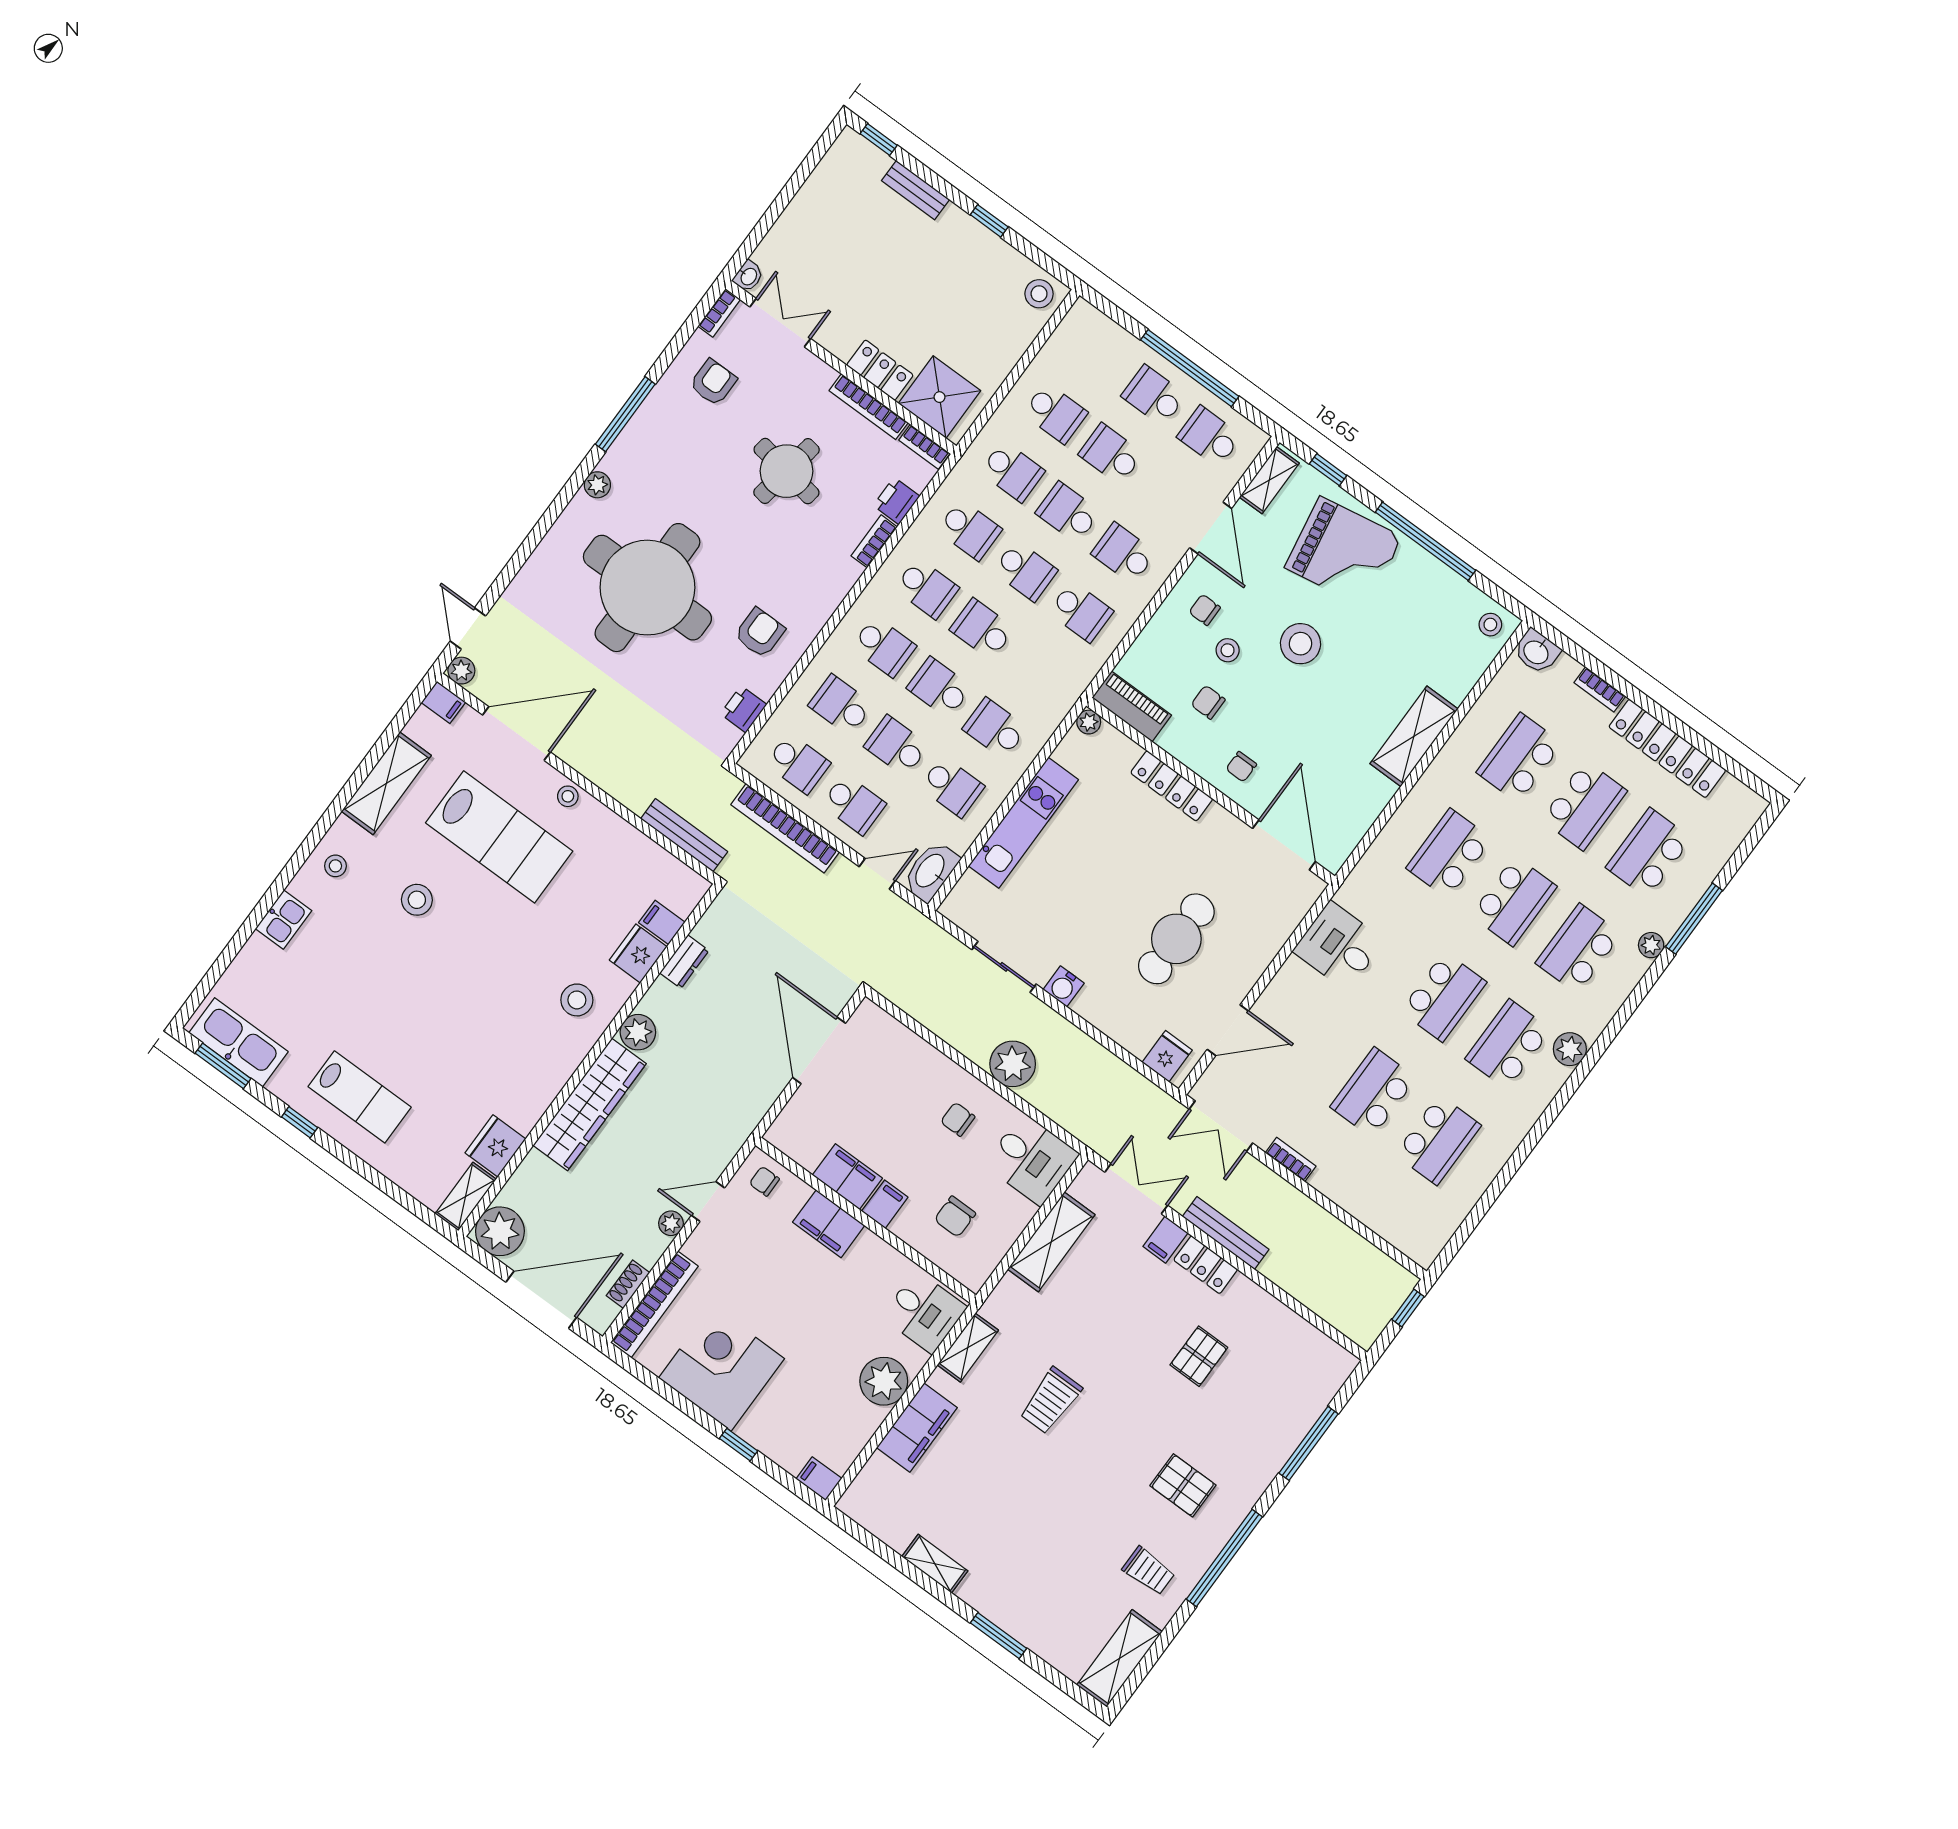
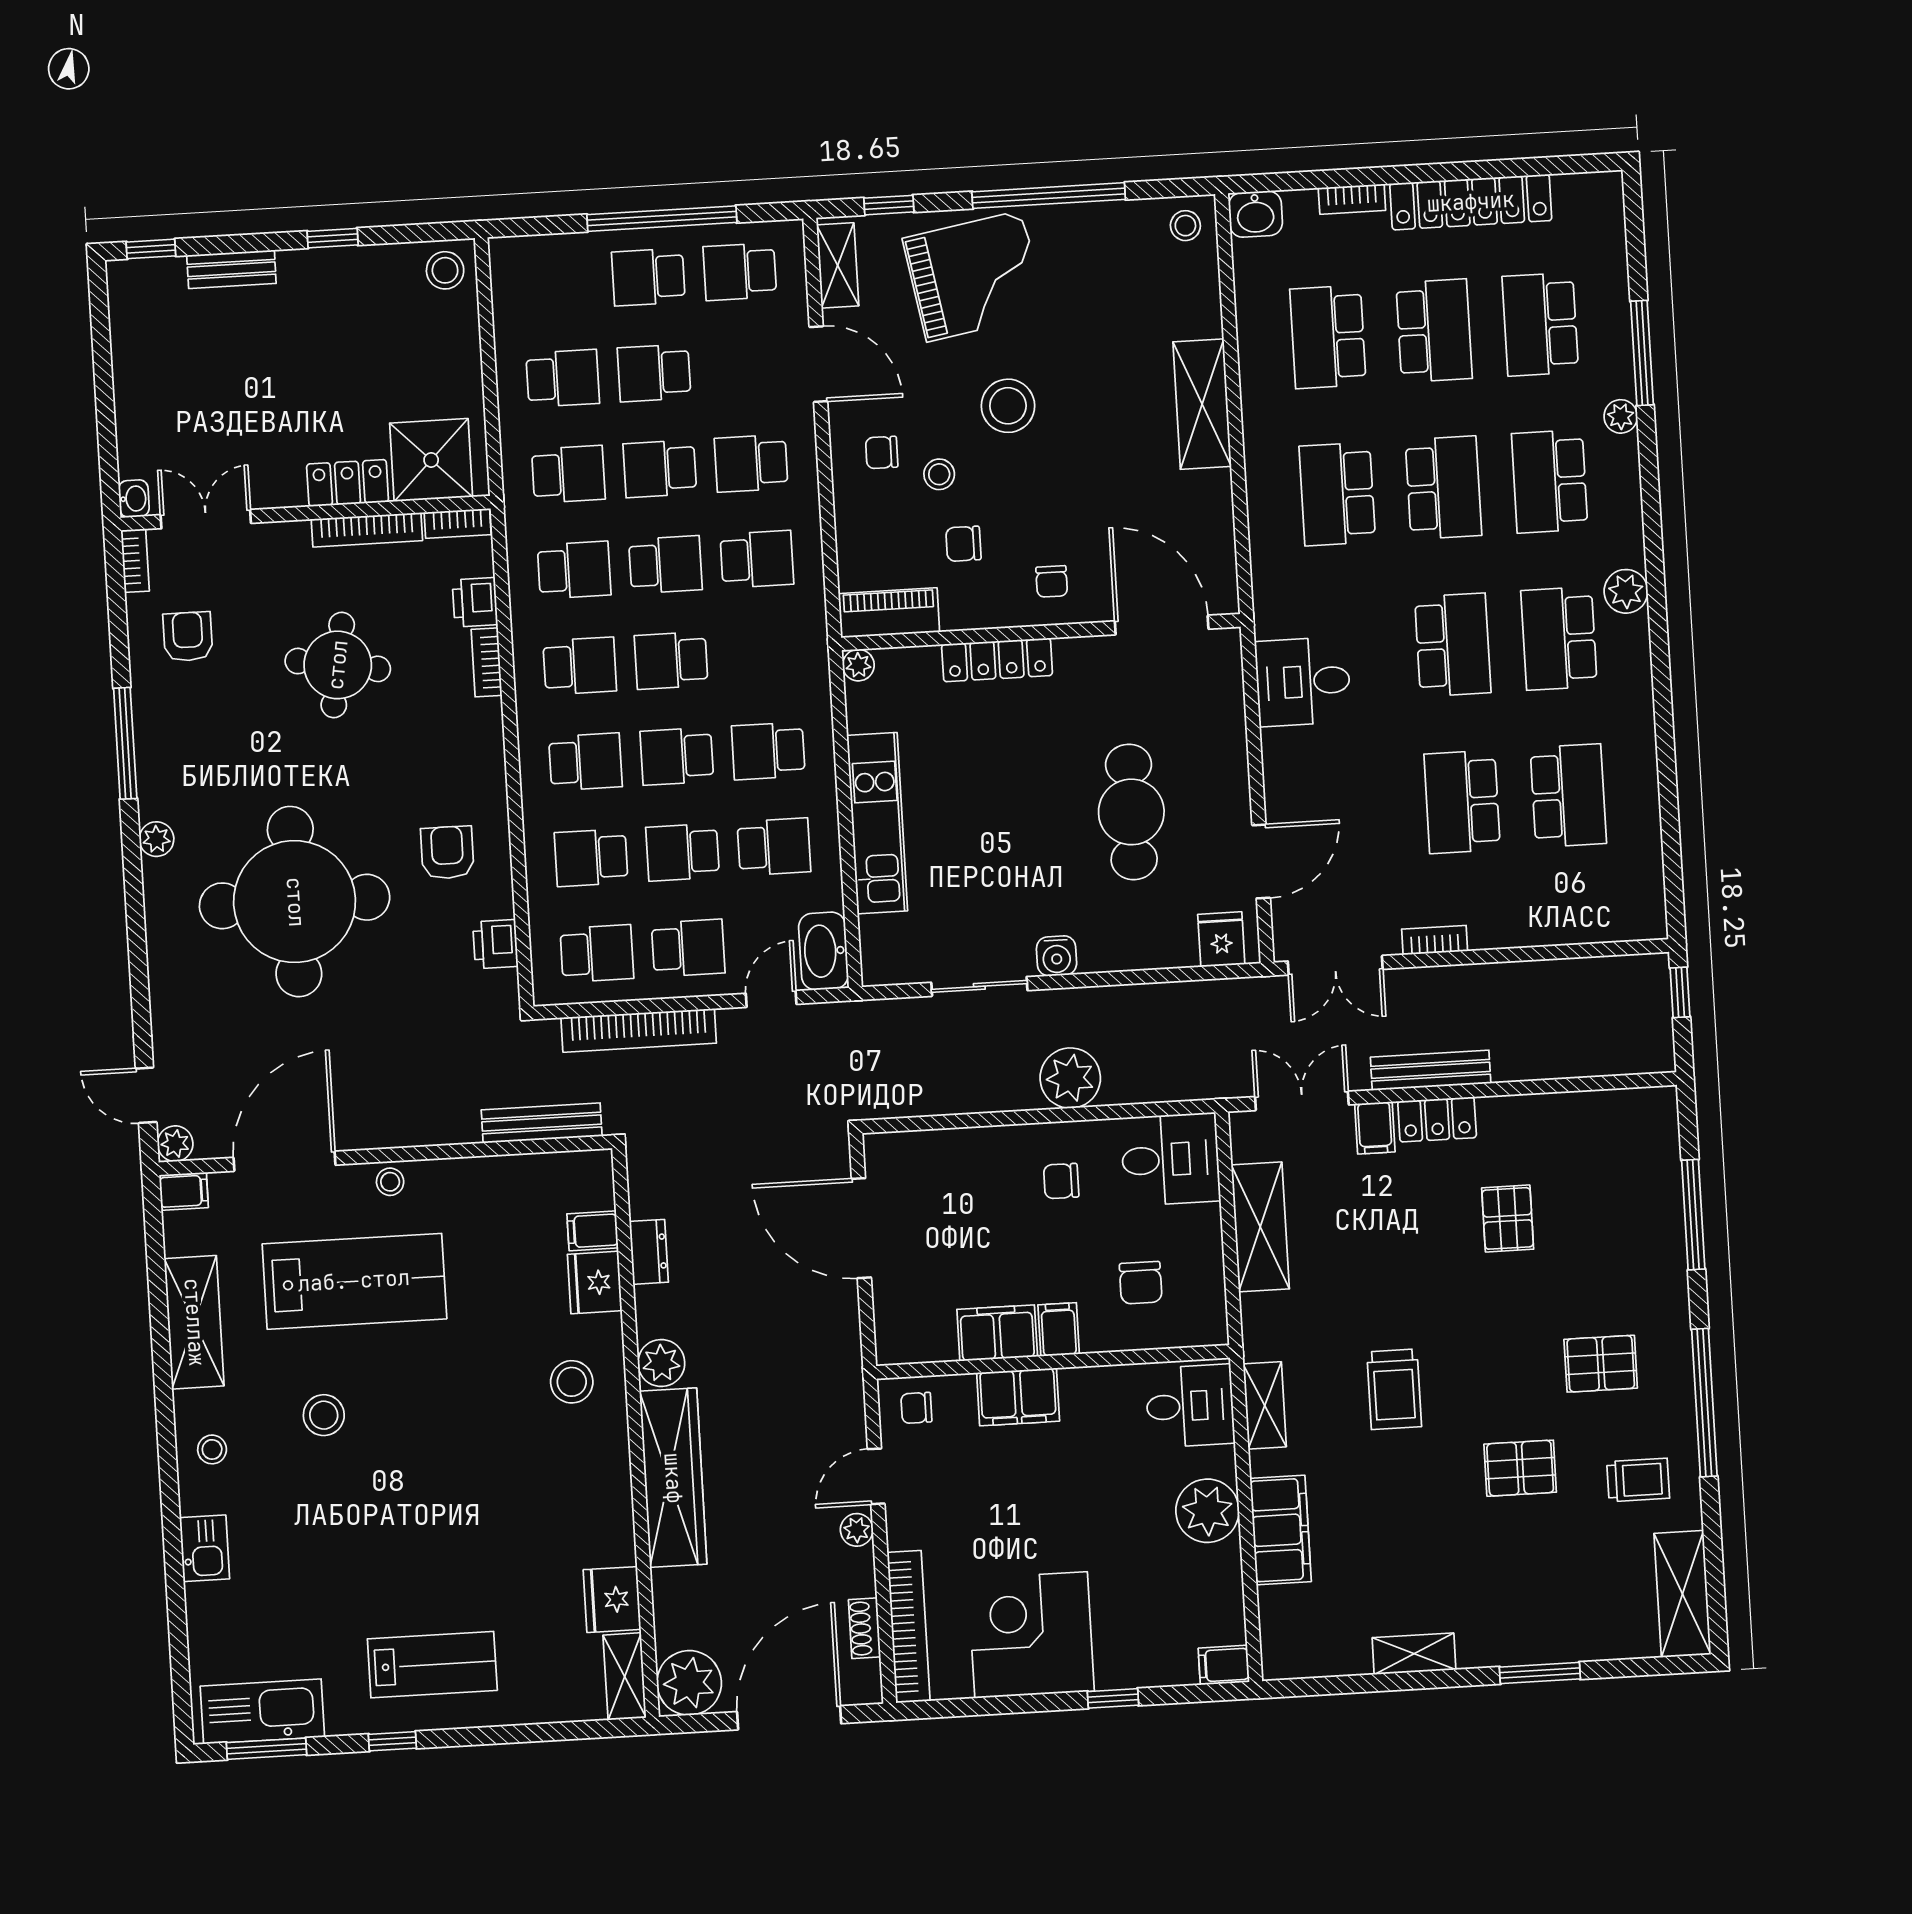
pallet: (1086, 1507) -> (1520, 1468), added

